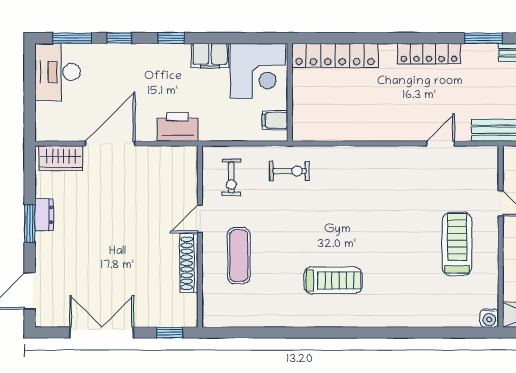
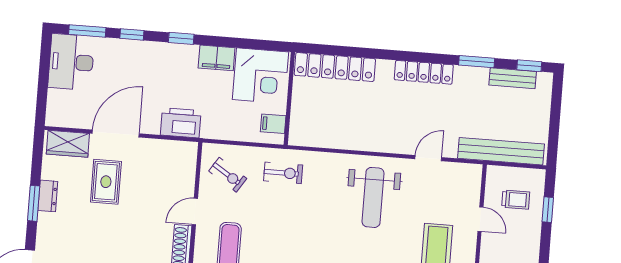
exercise bike: (231, 177) -> (228, 175), turned -57
weight bench: (386, 189) -> (373, 197), added
rug: (104, 195) -> (106, 182), added

